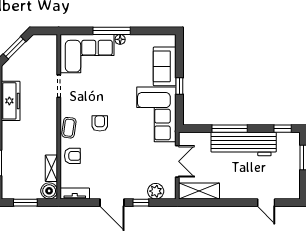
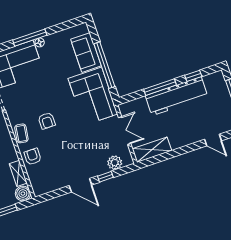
window: (179, 86) -> (104, 65), width x3.17
armchair: (100, 123) -> (47, 121), turned 180
window: (283, 129) -> (193, 76), moved
armchair: (72, 156) -> (33, 157), turned -90
tv unit: (75, 194) -> (46, 188), removed

